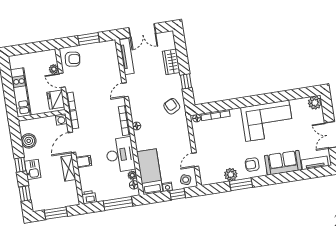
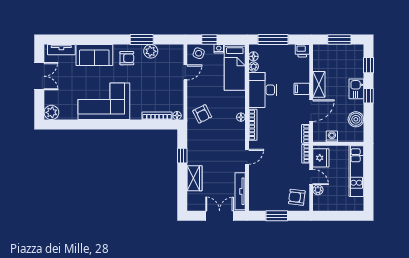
armchair: (172, 106) -> (202, 114), moved
washing machine: (61, 119) -> (332, 136), moved

